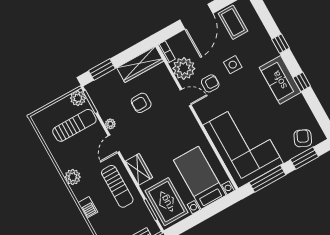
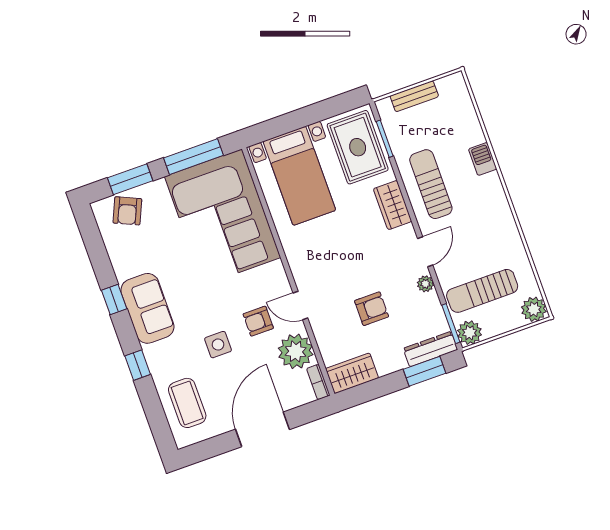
coffee table: (233, 22) -> (187, 403), moved
wardrobe: (140, 64) -> (352, 373), width x0.67
dresser: (100, 84) -> (430, 349), added
plant: (73, 177) -> (534, 309), moved

